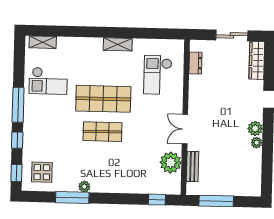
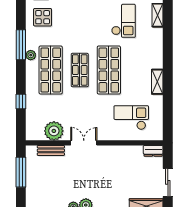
dresser: (195, 63) -> (153, 151), moved
checkout: (48, 81) -> (124, 21), turned 180
shop shelf: (102, 164) -> (51, 70), added
window: (157, 200) -> (21, 102), moved

